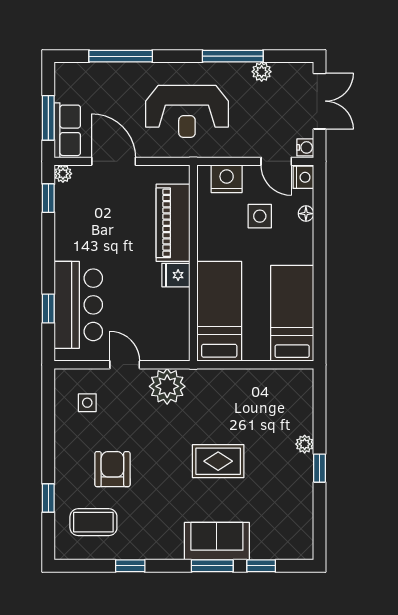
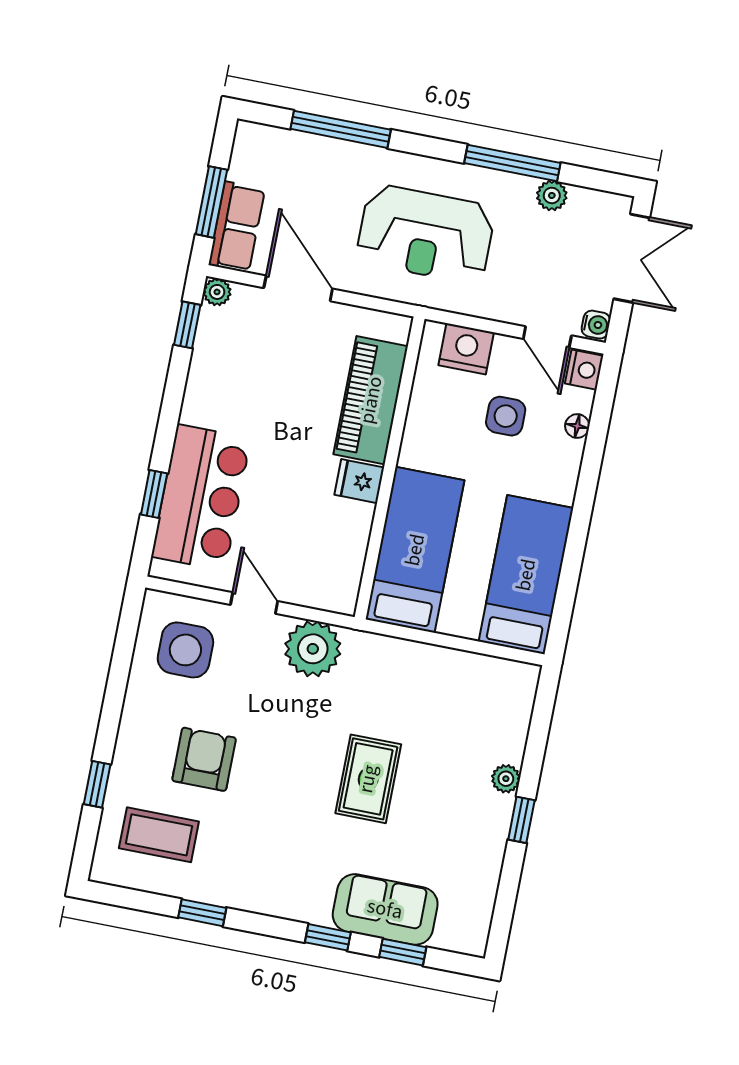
side table: (87, 403) -> (185, 650), width x1.87, depth x1.87
rug: (218, 461) -> (368, 779), turned 90
sofa: (217, 541) -> (385, 909), moved
window: (212, 566) -> (328, 937), width x0.67

